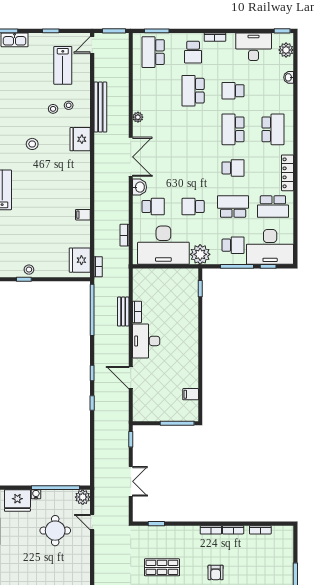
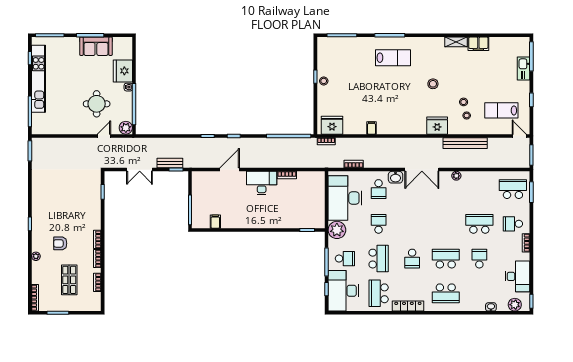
school desk: (233, 245) -> (345, 259), turned -90
bench: (123, 312) -> (170, 163), moved
shop shelf: (162, 567) -> (69, 280), moved

